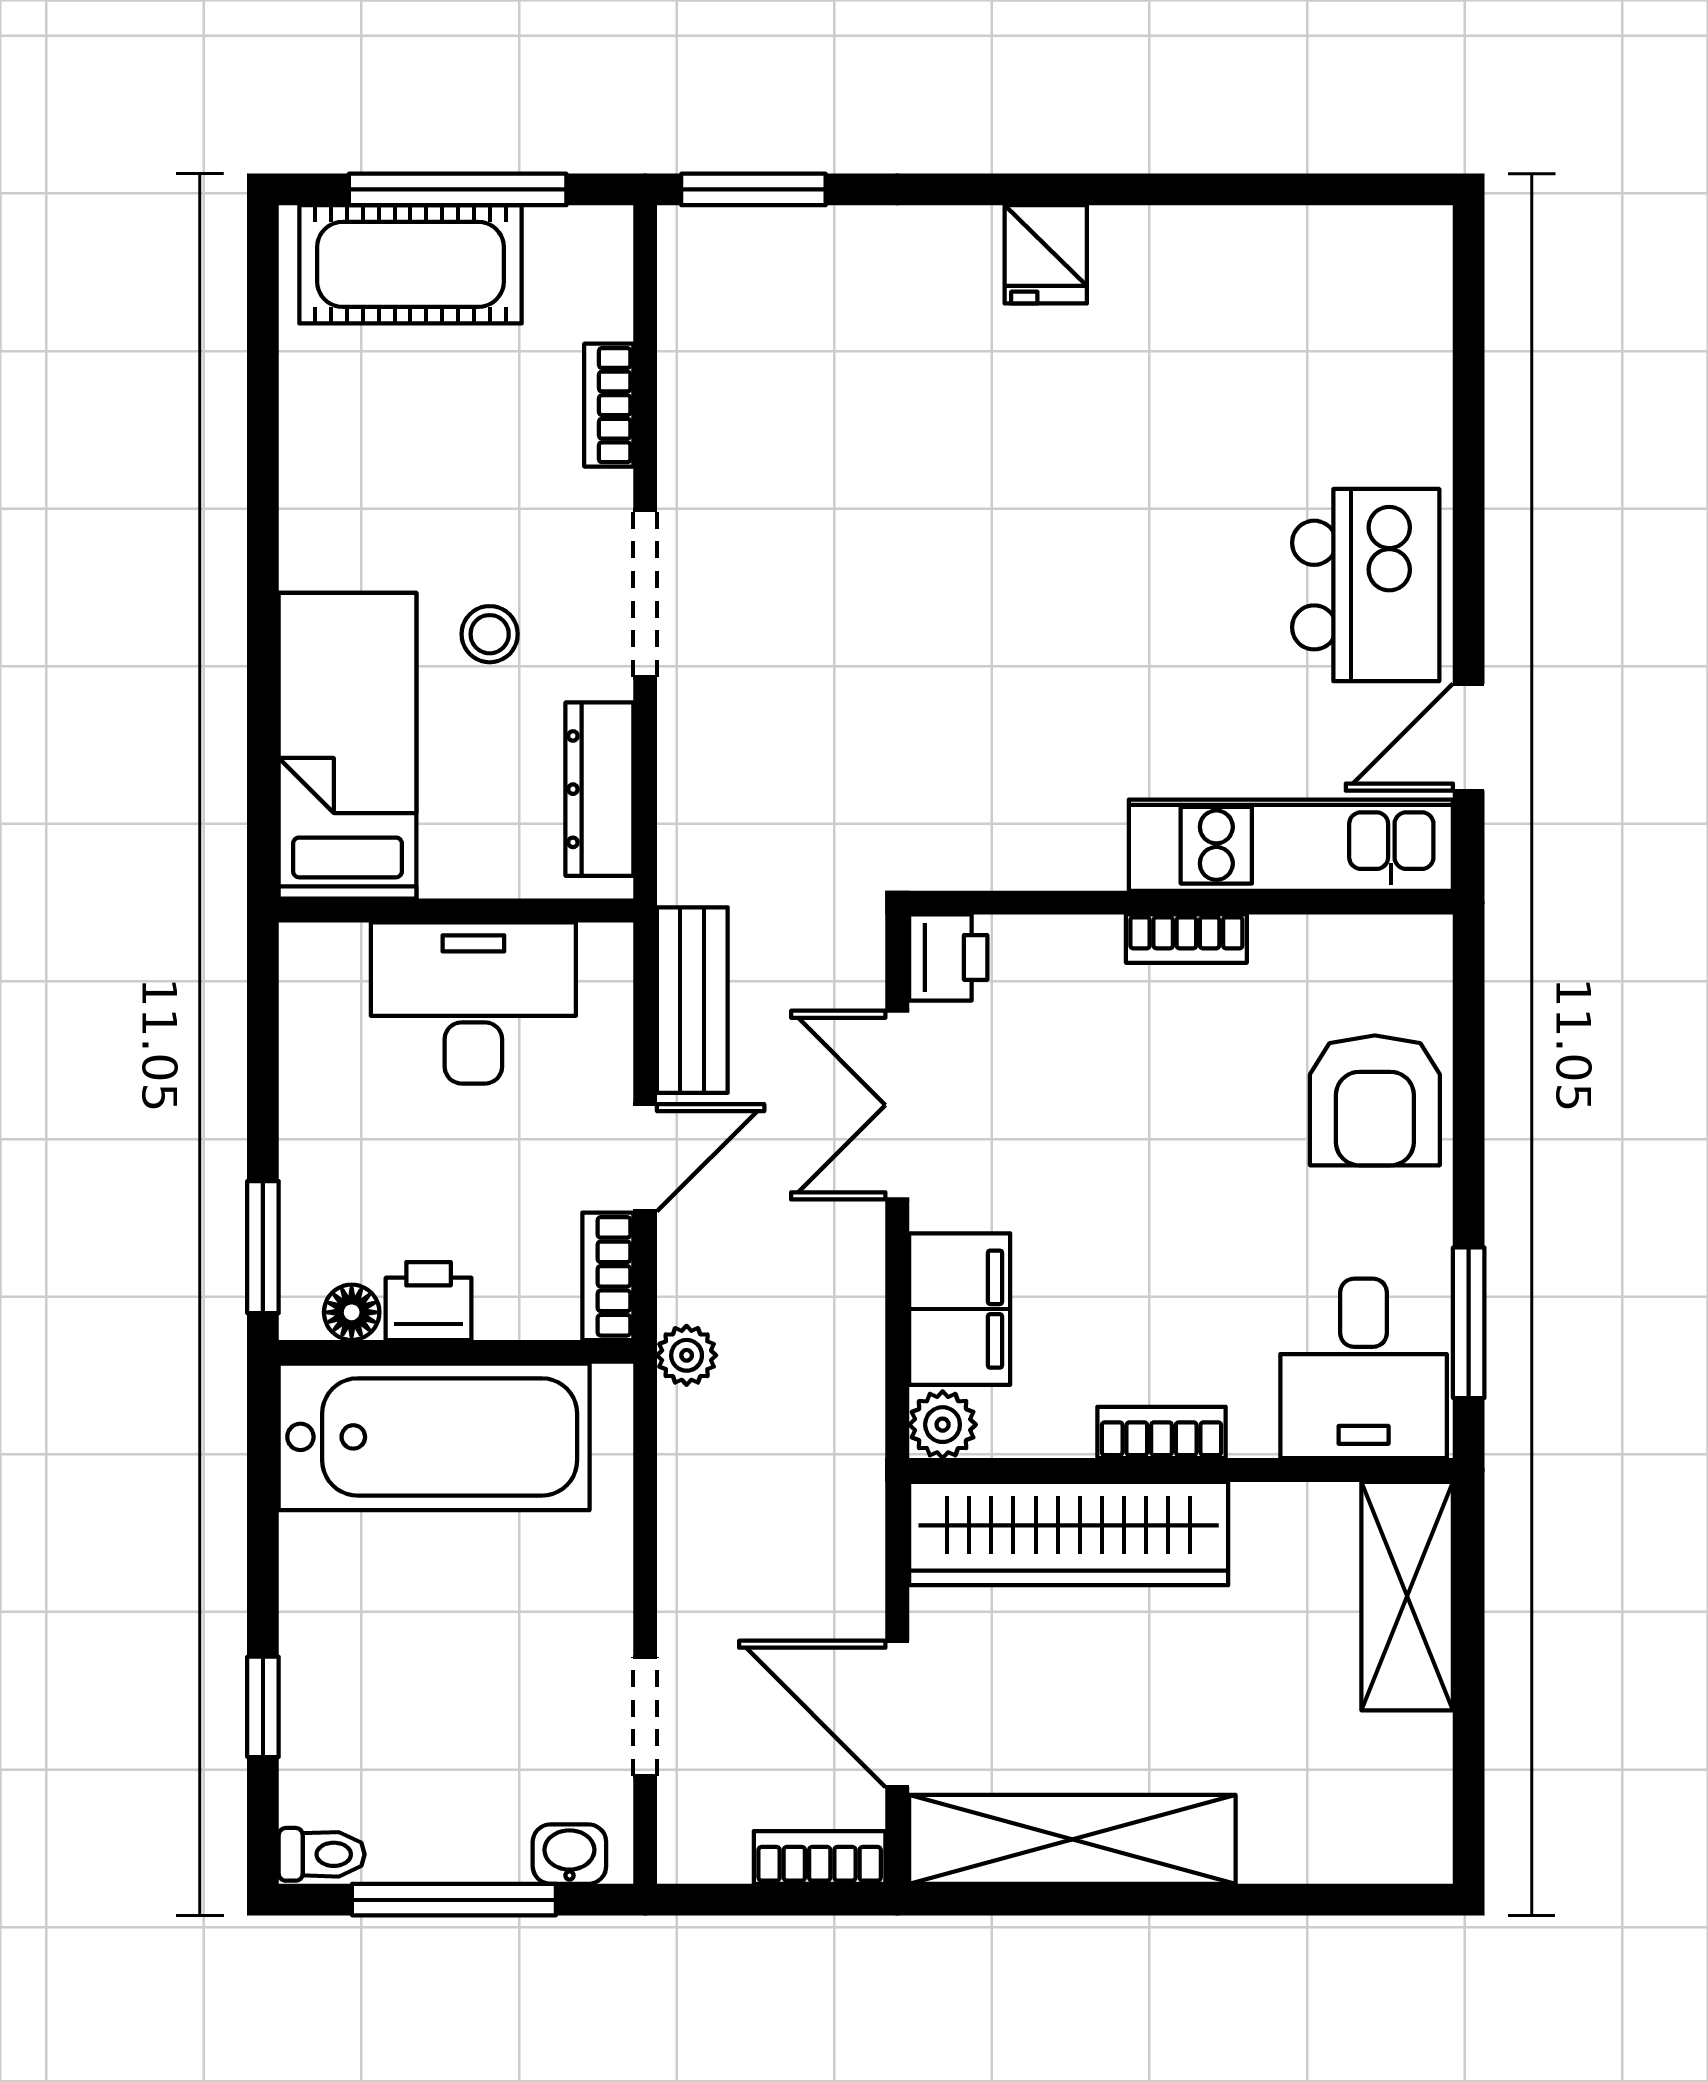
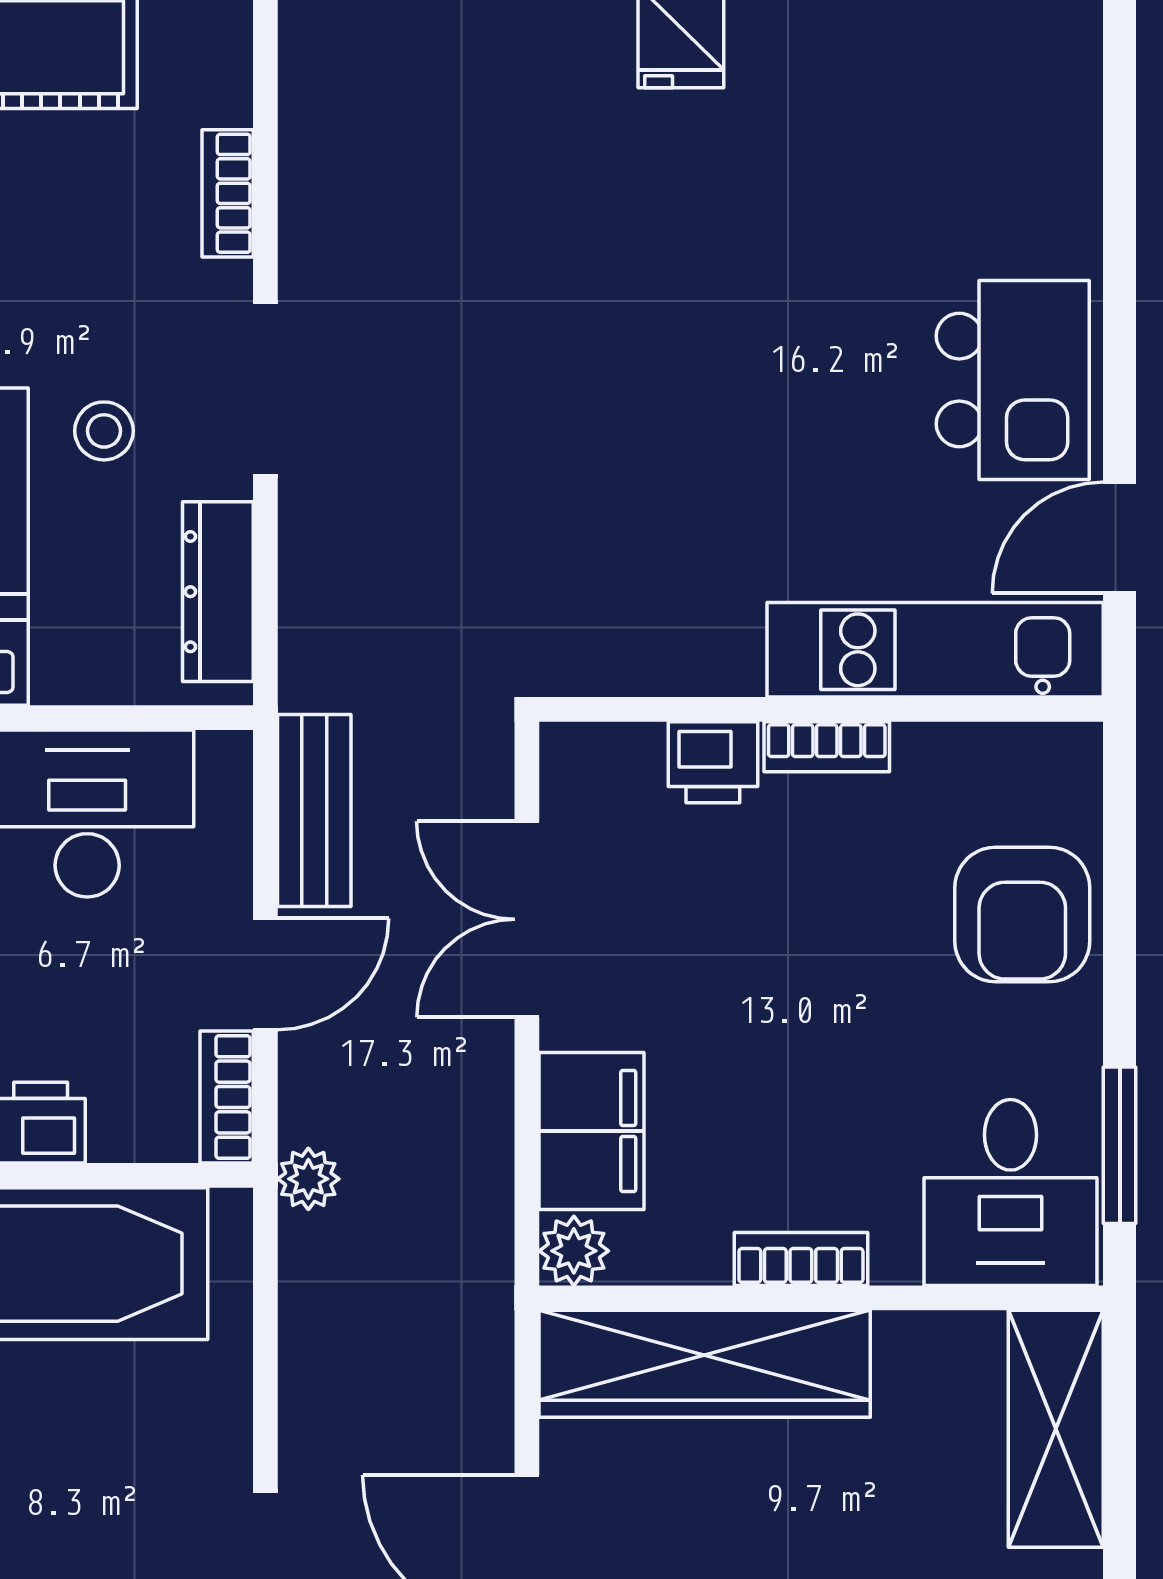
printer: (948, 957) -> (713, 762), moved, turned 90

